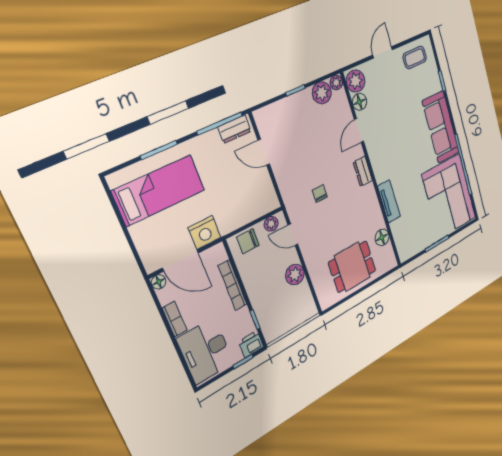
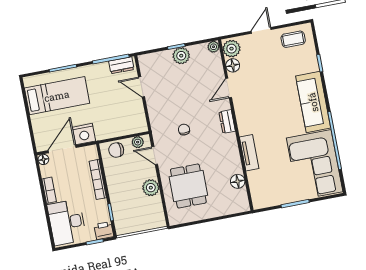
plant: (322, 93) -> (181, 56), moved
door: (180, 260) -> (62, 149), swing flipped
dining table: (352, 267) -> (188, 186), moved, turned 90

